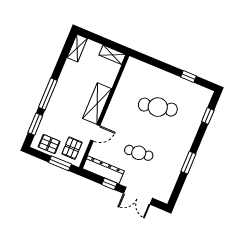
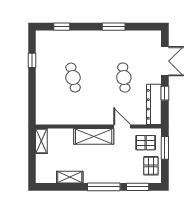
shelving: (77, 48) -> (70, 177), moved
cafe table: (158, 107) -> (73, 78), width x0.73, depth x0.74

